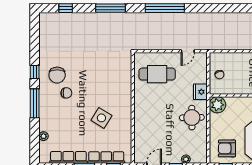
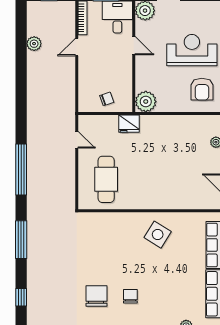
chair: (57, 75) -> (96, 296), moved, turned -90
side table: (101, 118) -> (158, 235), moved
round table: (192, 118) -> (162, 135), removed

